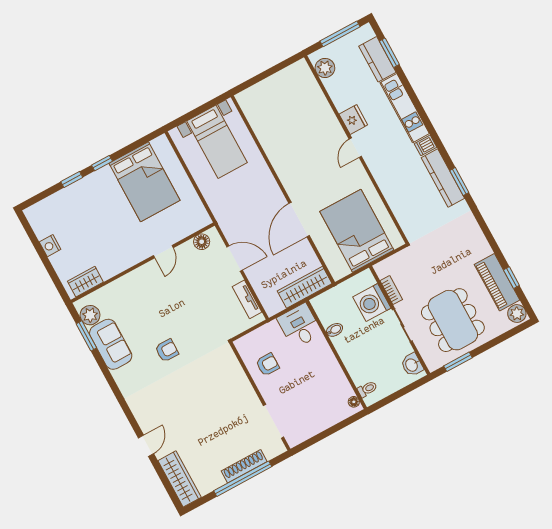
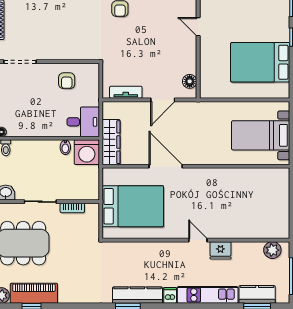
door: (163, 252) -> (198, 27), moved
washing machine: (372, 303) -> (87, 152), moved, turned 180

